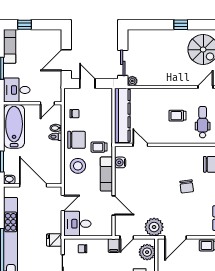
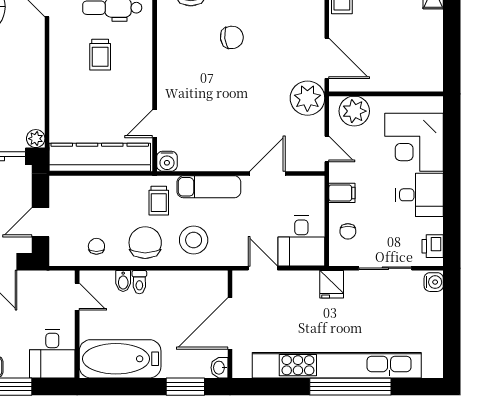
water cooler: (120, 162) -> (167, 161), moved
filing cabinet: (114, 246) -> (342, 193), moved

